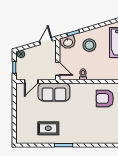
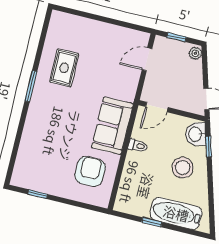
door: (31, 81) -> (147, 59), hinge flipped
sofa: (54, 92) -> (112, 126), moved

